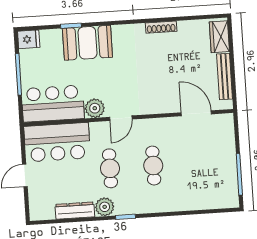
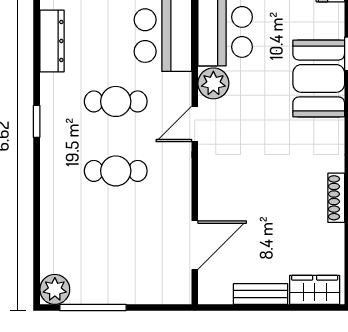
bench: (225, 77) -> (261, 294), width x0.73
door: (121, 118) -> (195, 124), hinge flipped
plant: (105, 207) -> (55, 289), moved

